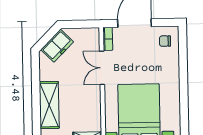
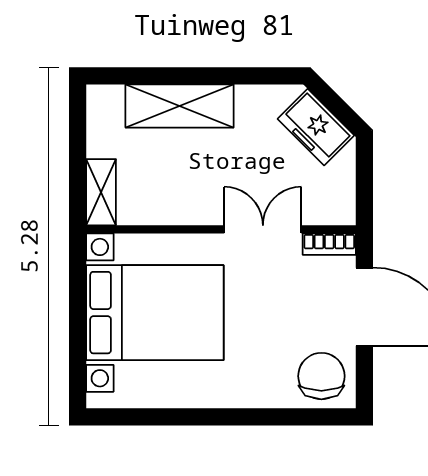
chair: (165, 41) -> (321, 376), width x1.87, depth x1.87

